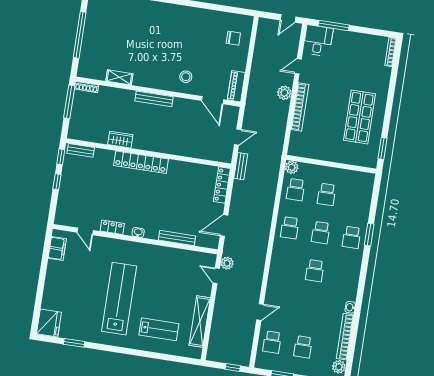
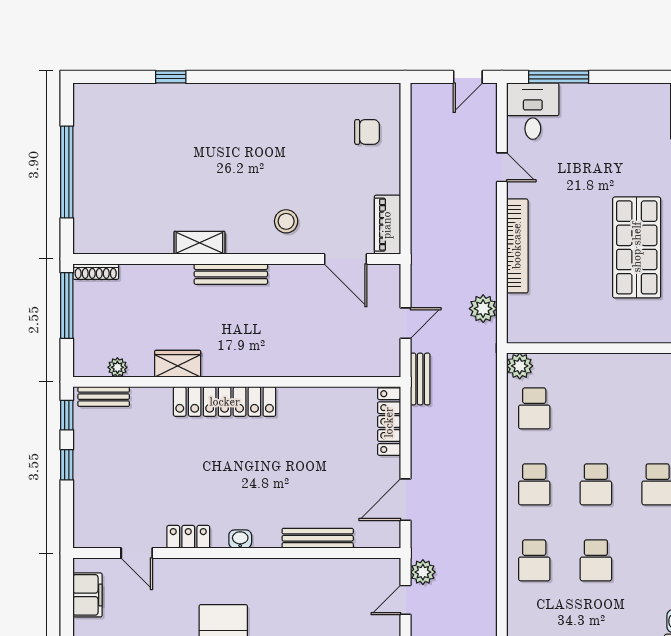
door: (298, 66) -> (502, 167), swing flipped
shelving: (119, 77) -> (199, 243), moved
plant: (284, 93) -> (483, 309), moved
plant: (90, 137) -> (117, 367), added
school desk: (327, 194) -> (534, 560), moved
door: (216, 276) -> (405, 600), hinge flipped

